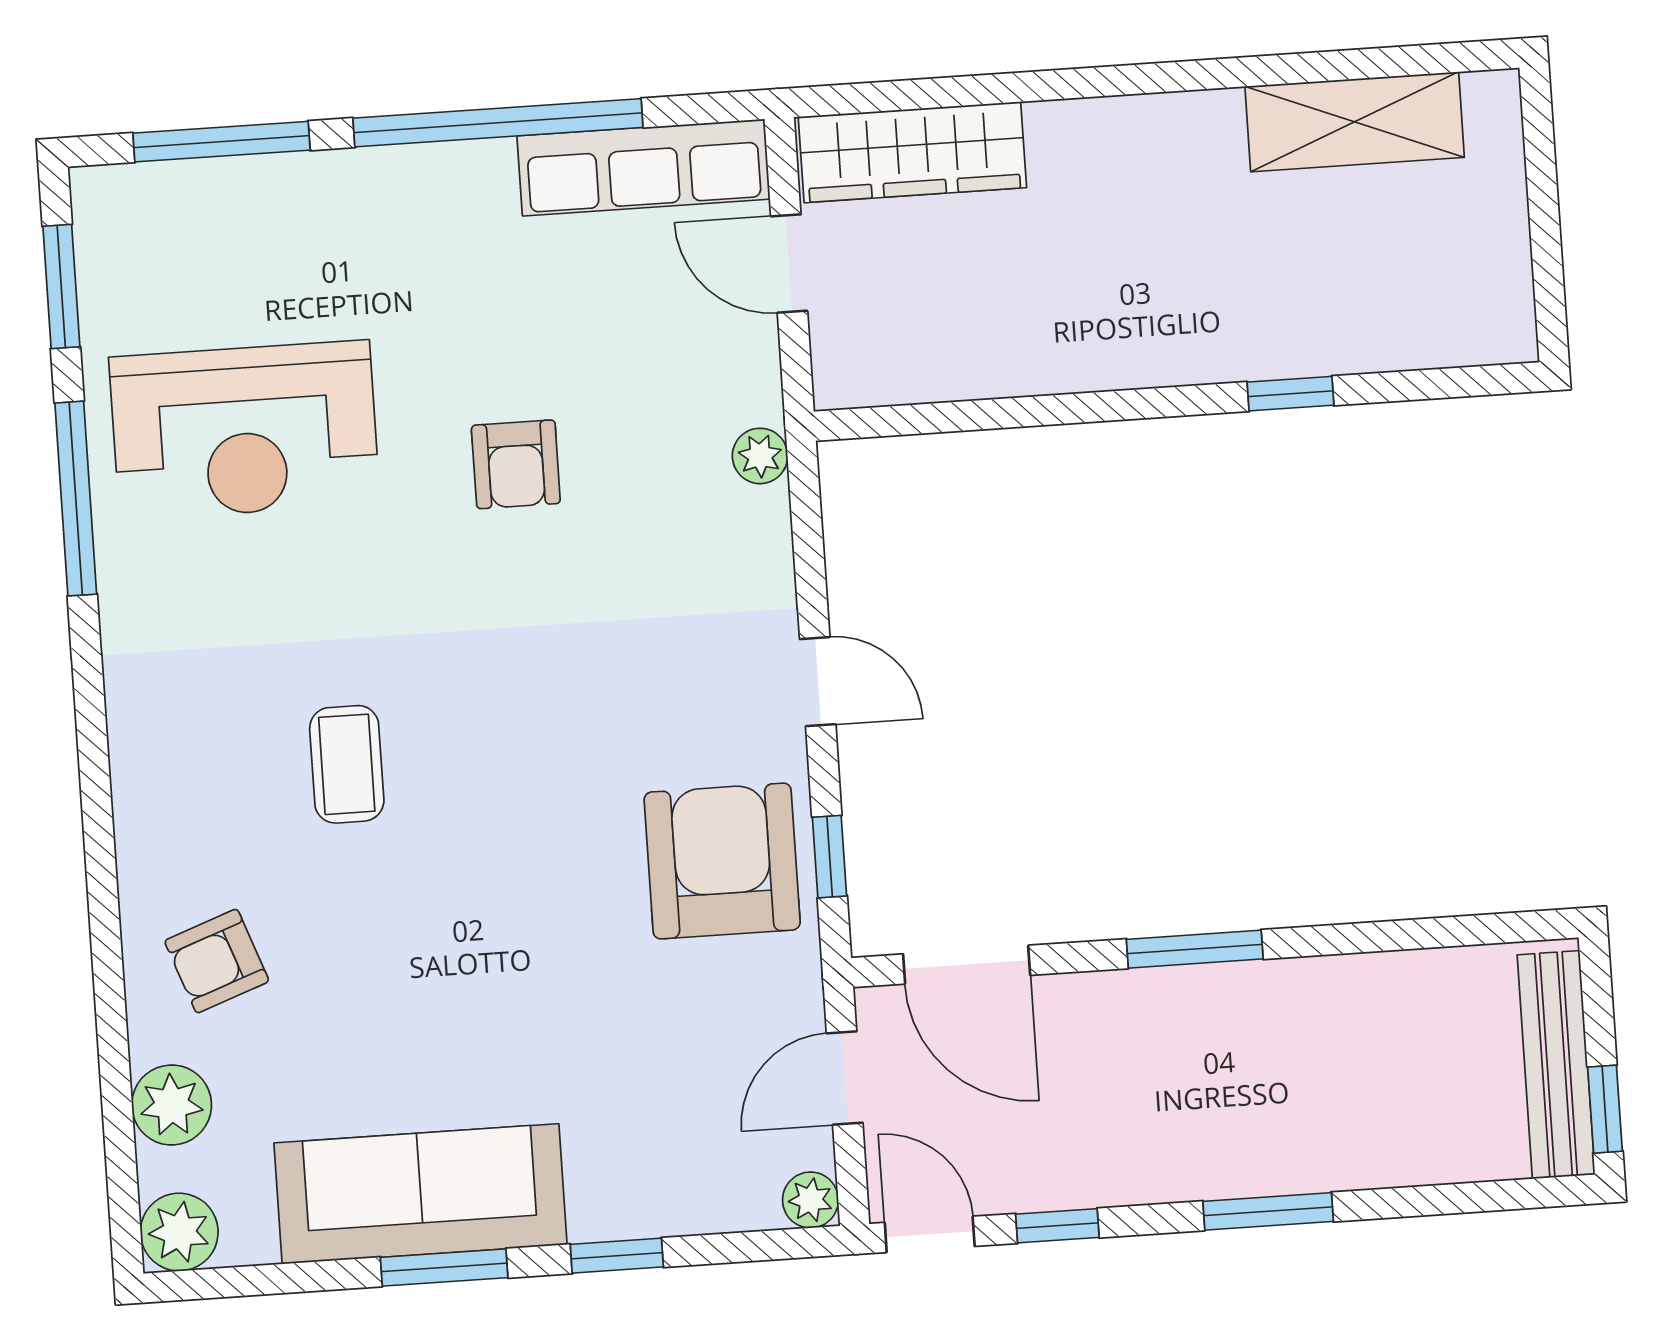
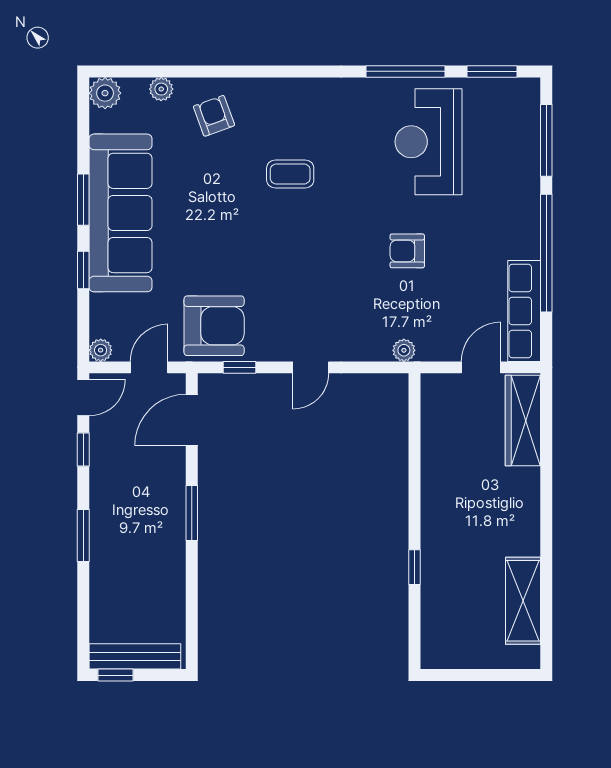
armchair: (722, 861) -> (214, 326), moved
door: (845, 1078) -> (149, 367), hinge flipped
plant: (172, 1105) -> (161, 89), width x0.73, depth x0.73
sofa: (421, 1194) -> (121, 213), width x1.36, depth x1.27

